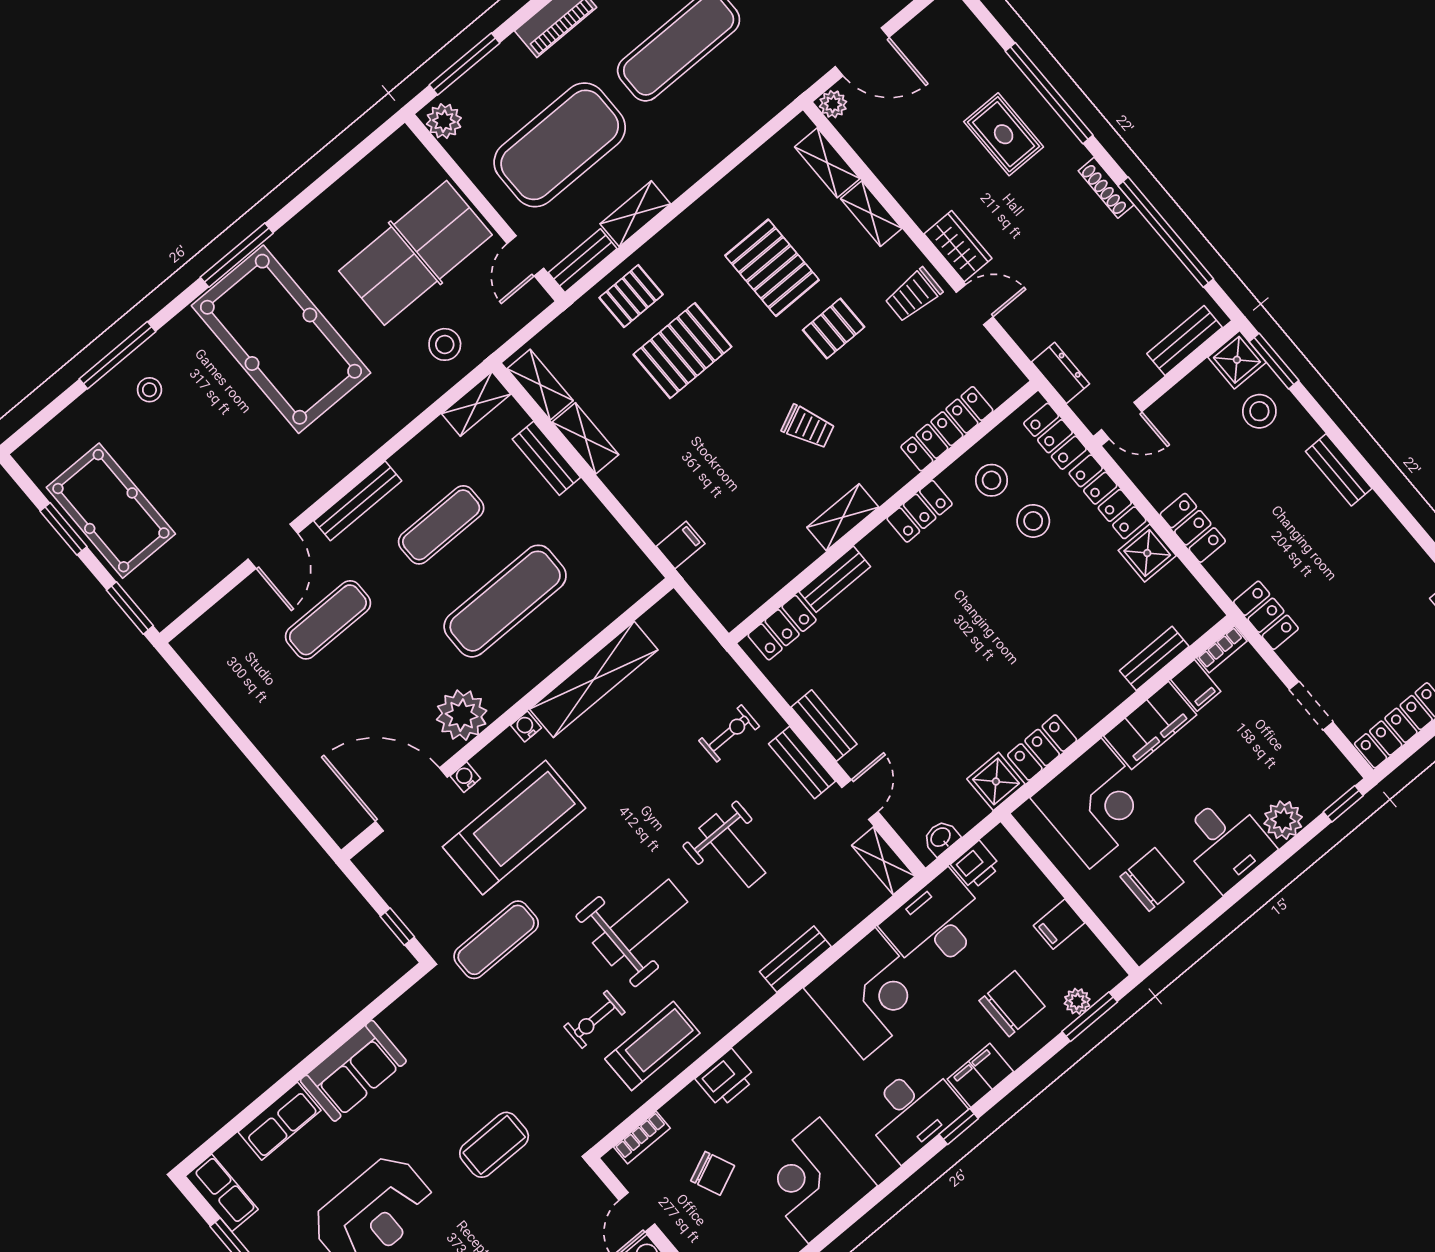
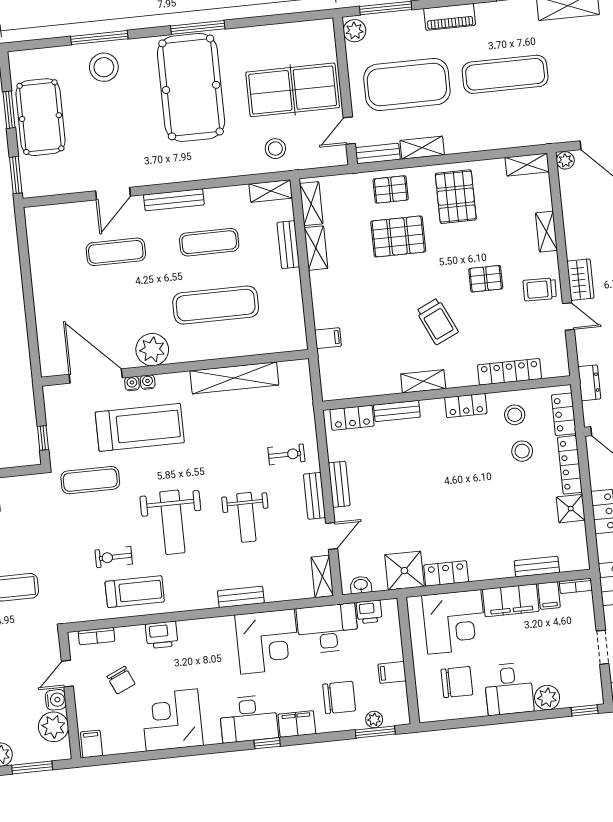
shelving: (827, 163) -> (527, 165), moved, turned 90
pallet: (772, 268) -> (456, 197), moved
stool: (149, 390) -> (104, 67), width x1.89, depth x1.89
trolley: (808, 427) -> (437, 321), width x1.36, depth x1.39
water cooler: (526, 726) -> (148, 382), moved
shower: (996, 781) -> (404, 571), width x1.36, depth x1.36
weight bench: (640, 922) -> (172, 522), turned 90

